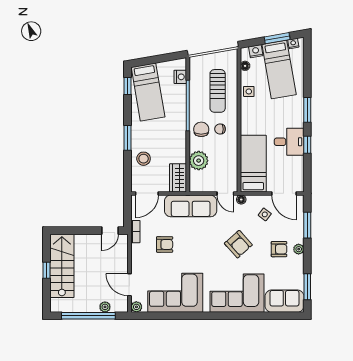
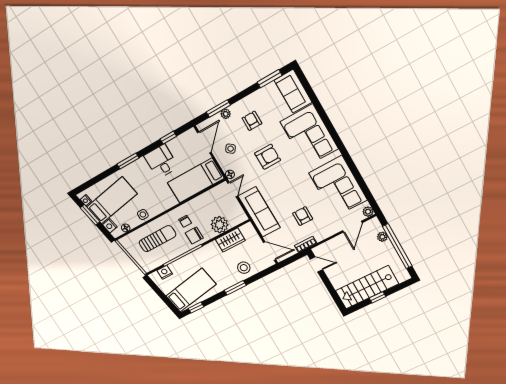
window: (307, 145) -> (168, 138), moved
wardrobe: (178, 178) -> (230, 240), moved
armchair: (238, 244) -> (268, 157), turned 42
plant: (299, 249) -> (226, 114), moved

